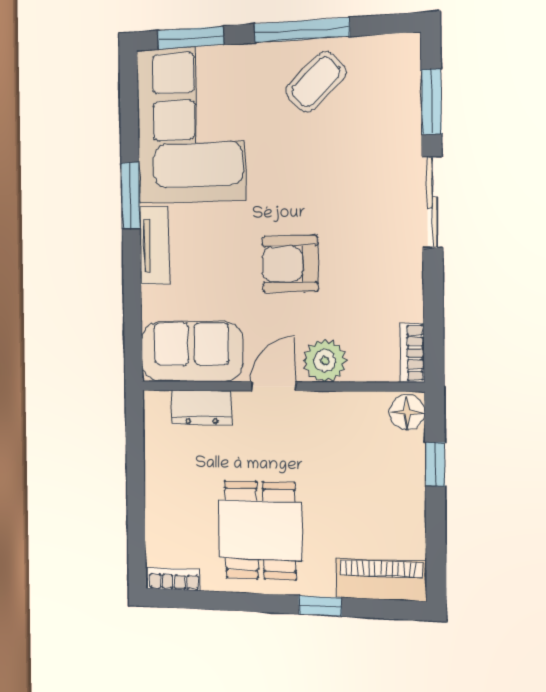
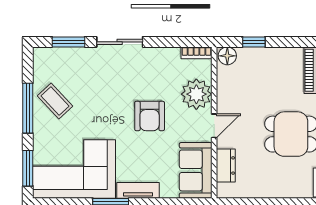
plant: (325, 361) -> (196, 94), width x1.36, depth x1.36
door: (273, 386) -> (214, 126), swing flipped

